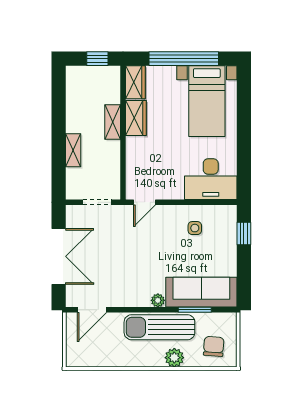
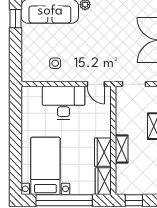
desk: (211, 179) -> (63, 103), moved
door: (144, 202) -> (96, 84), swing flipped
window: (244, 234) -> (15, 19), moved

